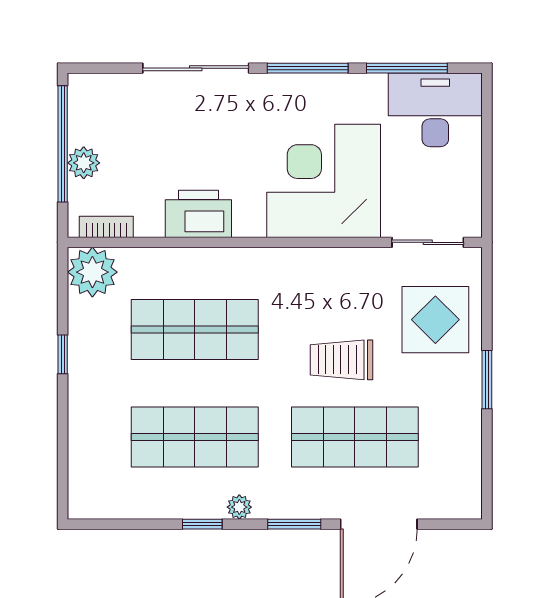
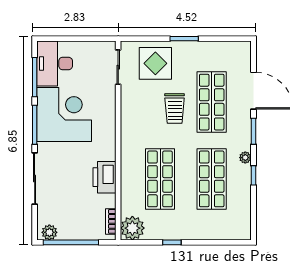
plant: (84, 163) -> (49, 232), moved
corner desk: (324, 181) -> (64, 114), moved, turned 180

